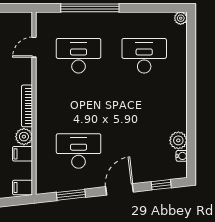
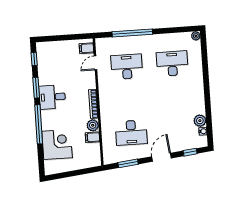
desk: (79, 151) -> (131, 133), turned 180
filing cabinet: (22, 188) -> (86, 48), moved

